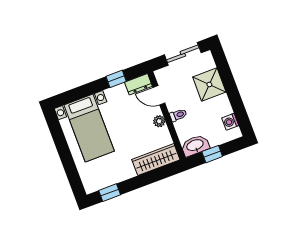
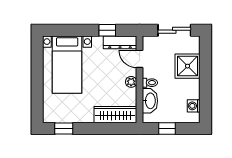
dresser: (138, 84) -> (120, 42), width x1.44
washbasin: (195, 146) -> (150, 101), moved, turned 90

